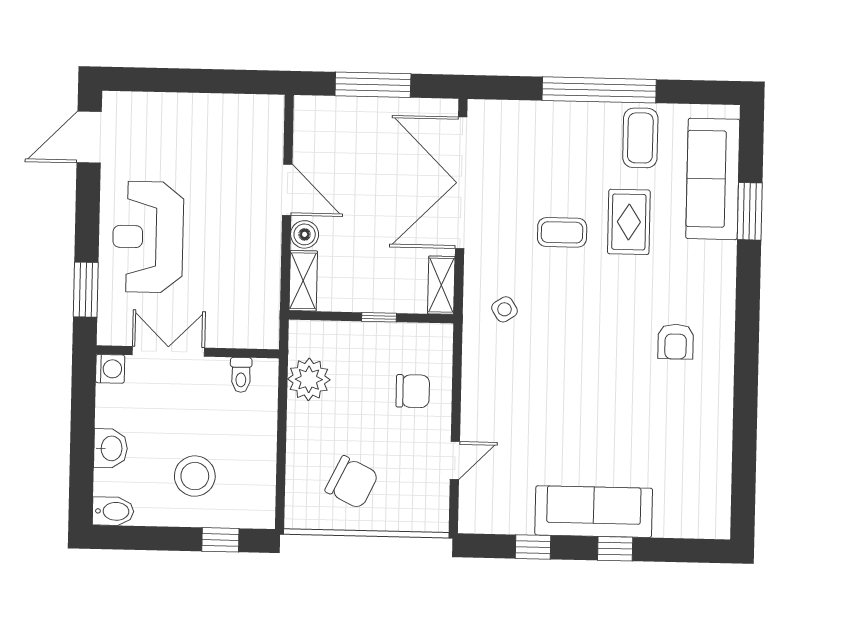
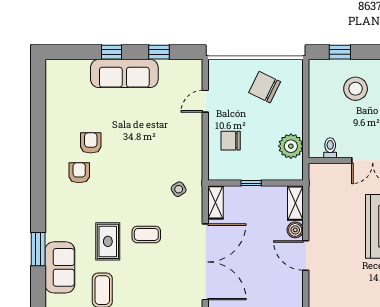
sofa: (713, 179) -> (60, 267), width x0.73
armchair: (654, 393) -> (91, 143), added

